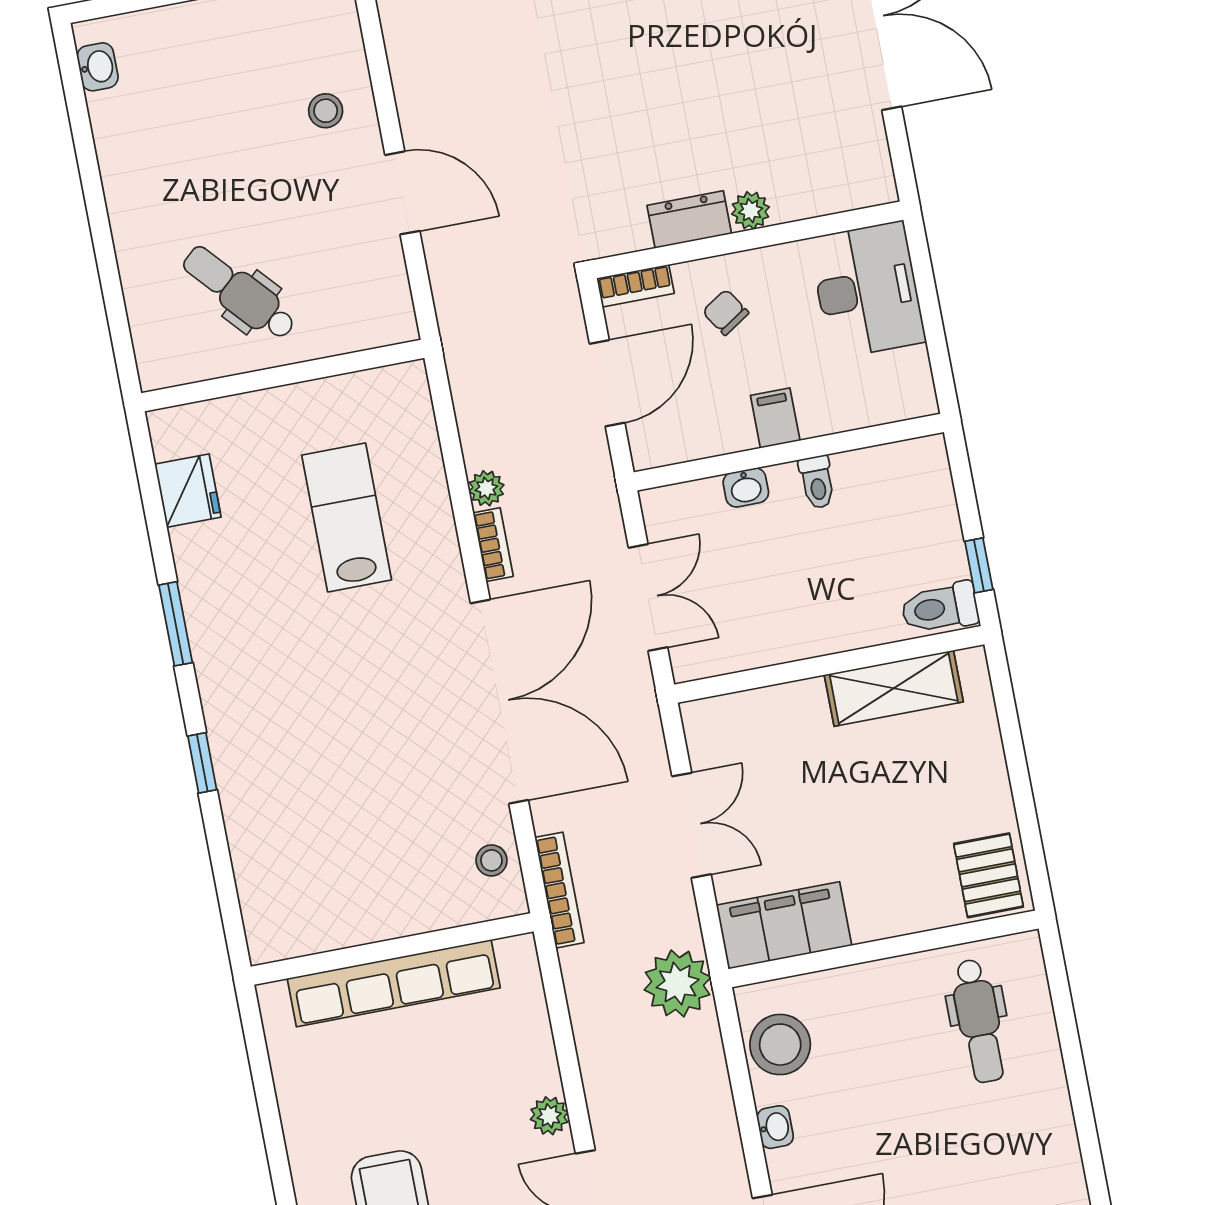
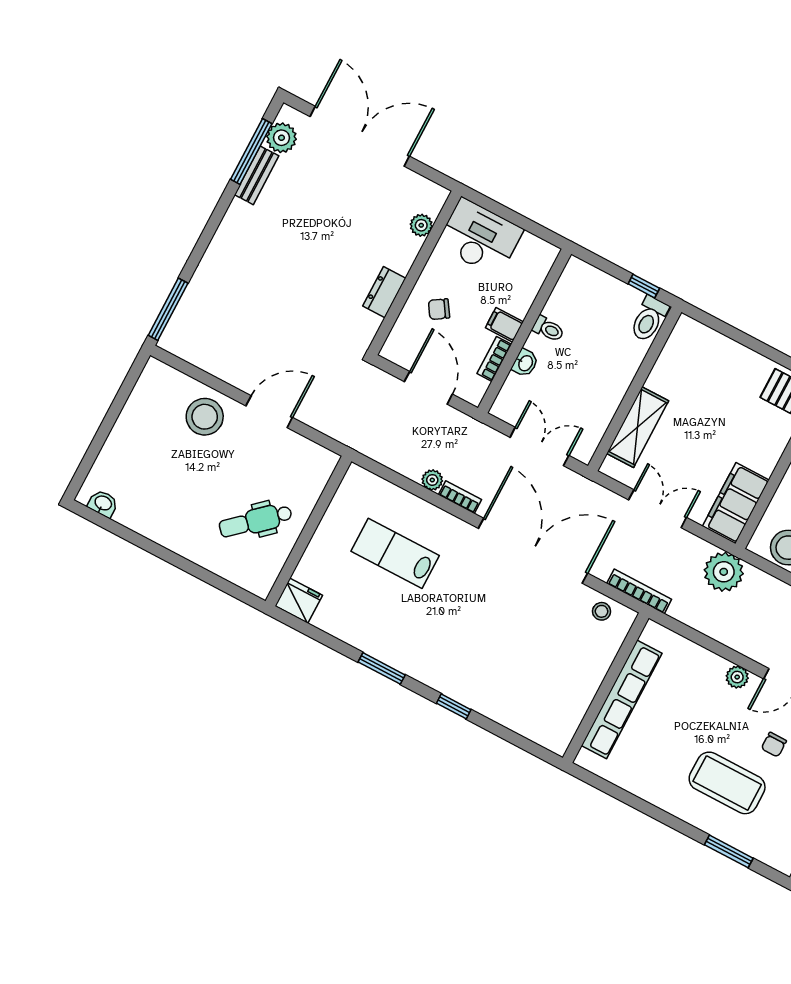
stool: (326, 111) -> (205, 417), width x1.89, depth x1.89
plant: (751, 211) -> (421, 225), moved
bookcase: (635, 286) -> (494, 359), moved, turned 180
fridge: (188, 491) -> (299, 601), moved
shelving: (894, 688) -> (638, 427), moved

